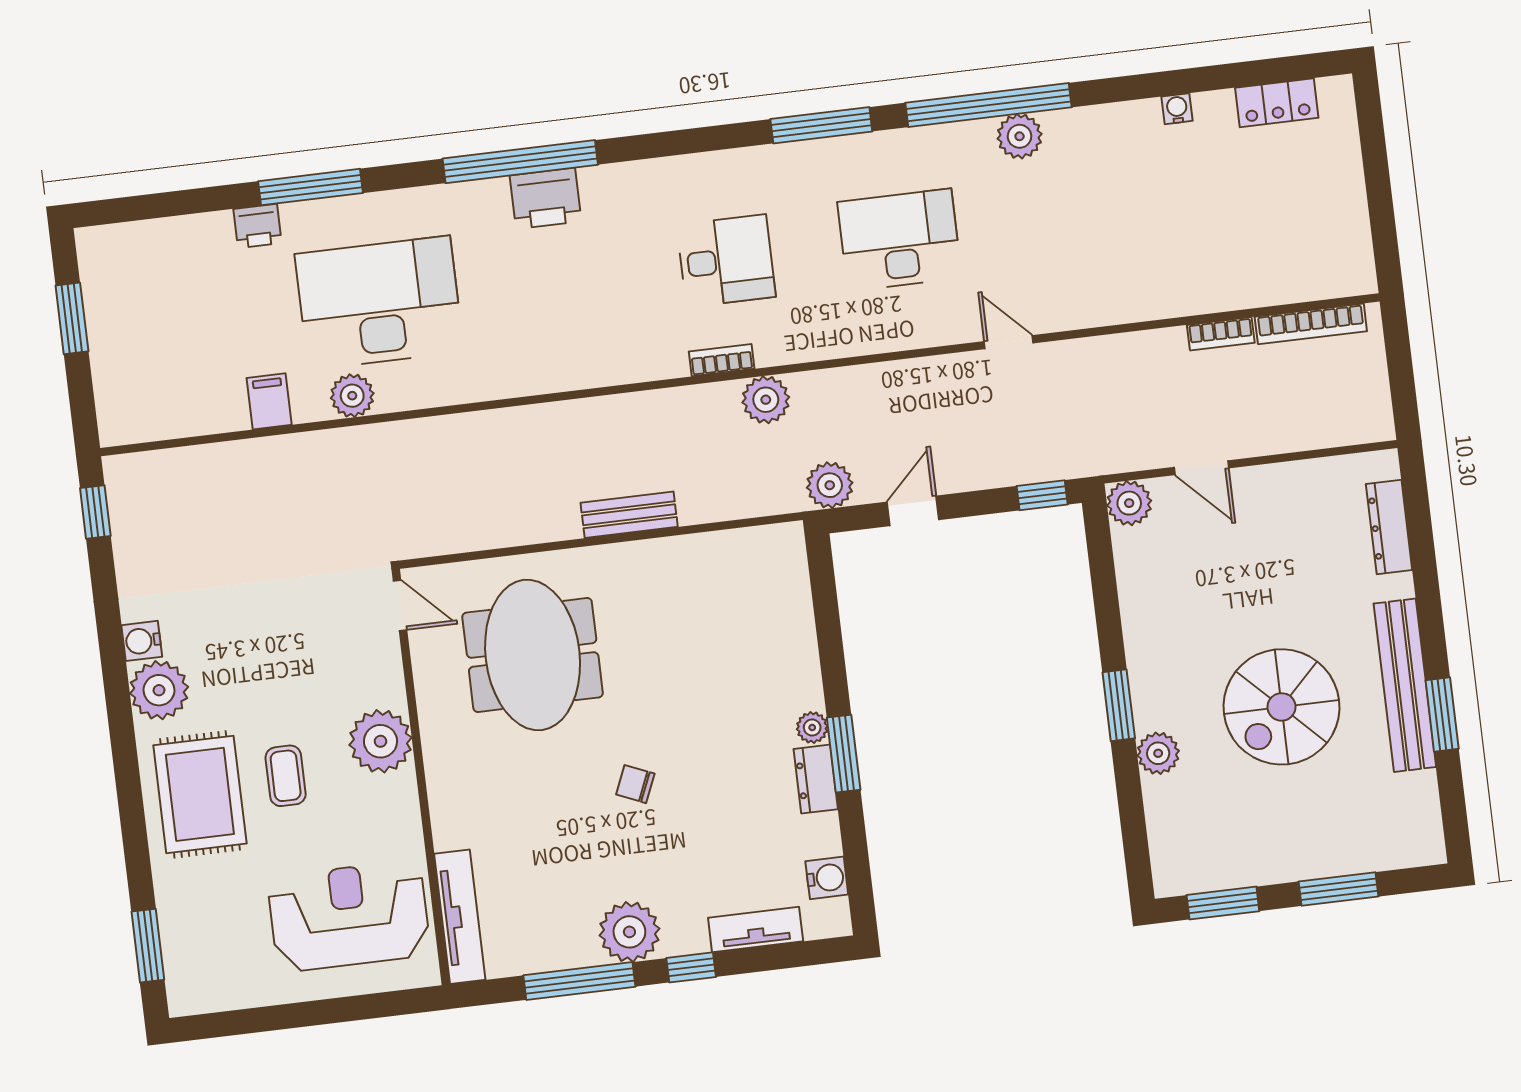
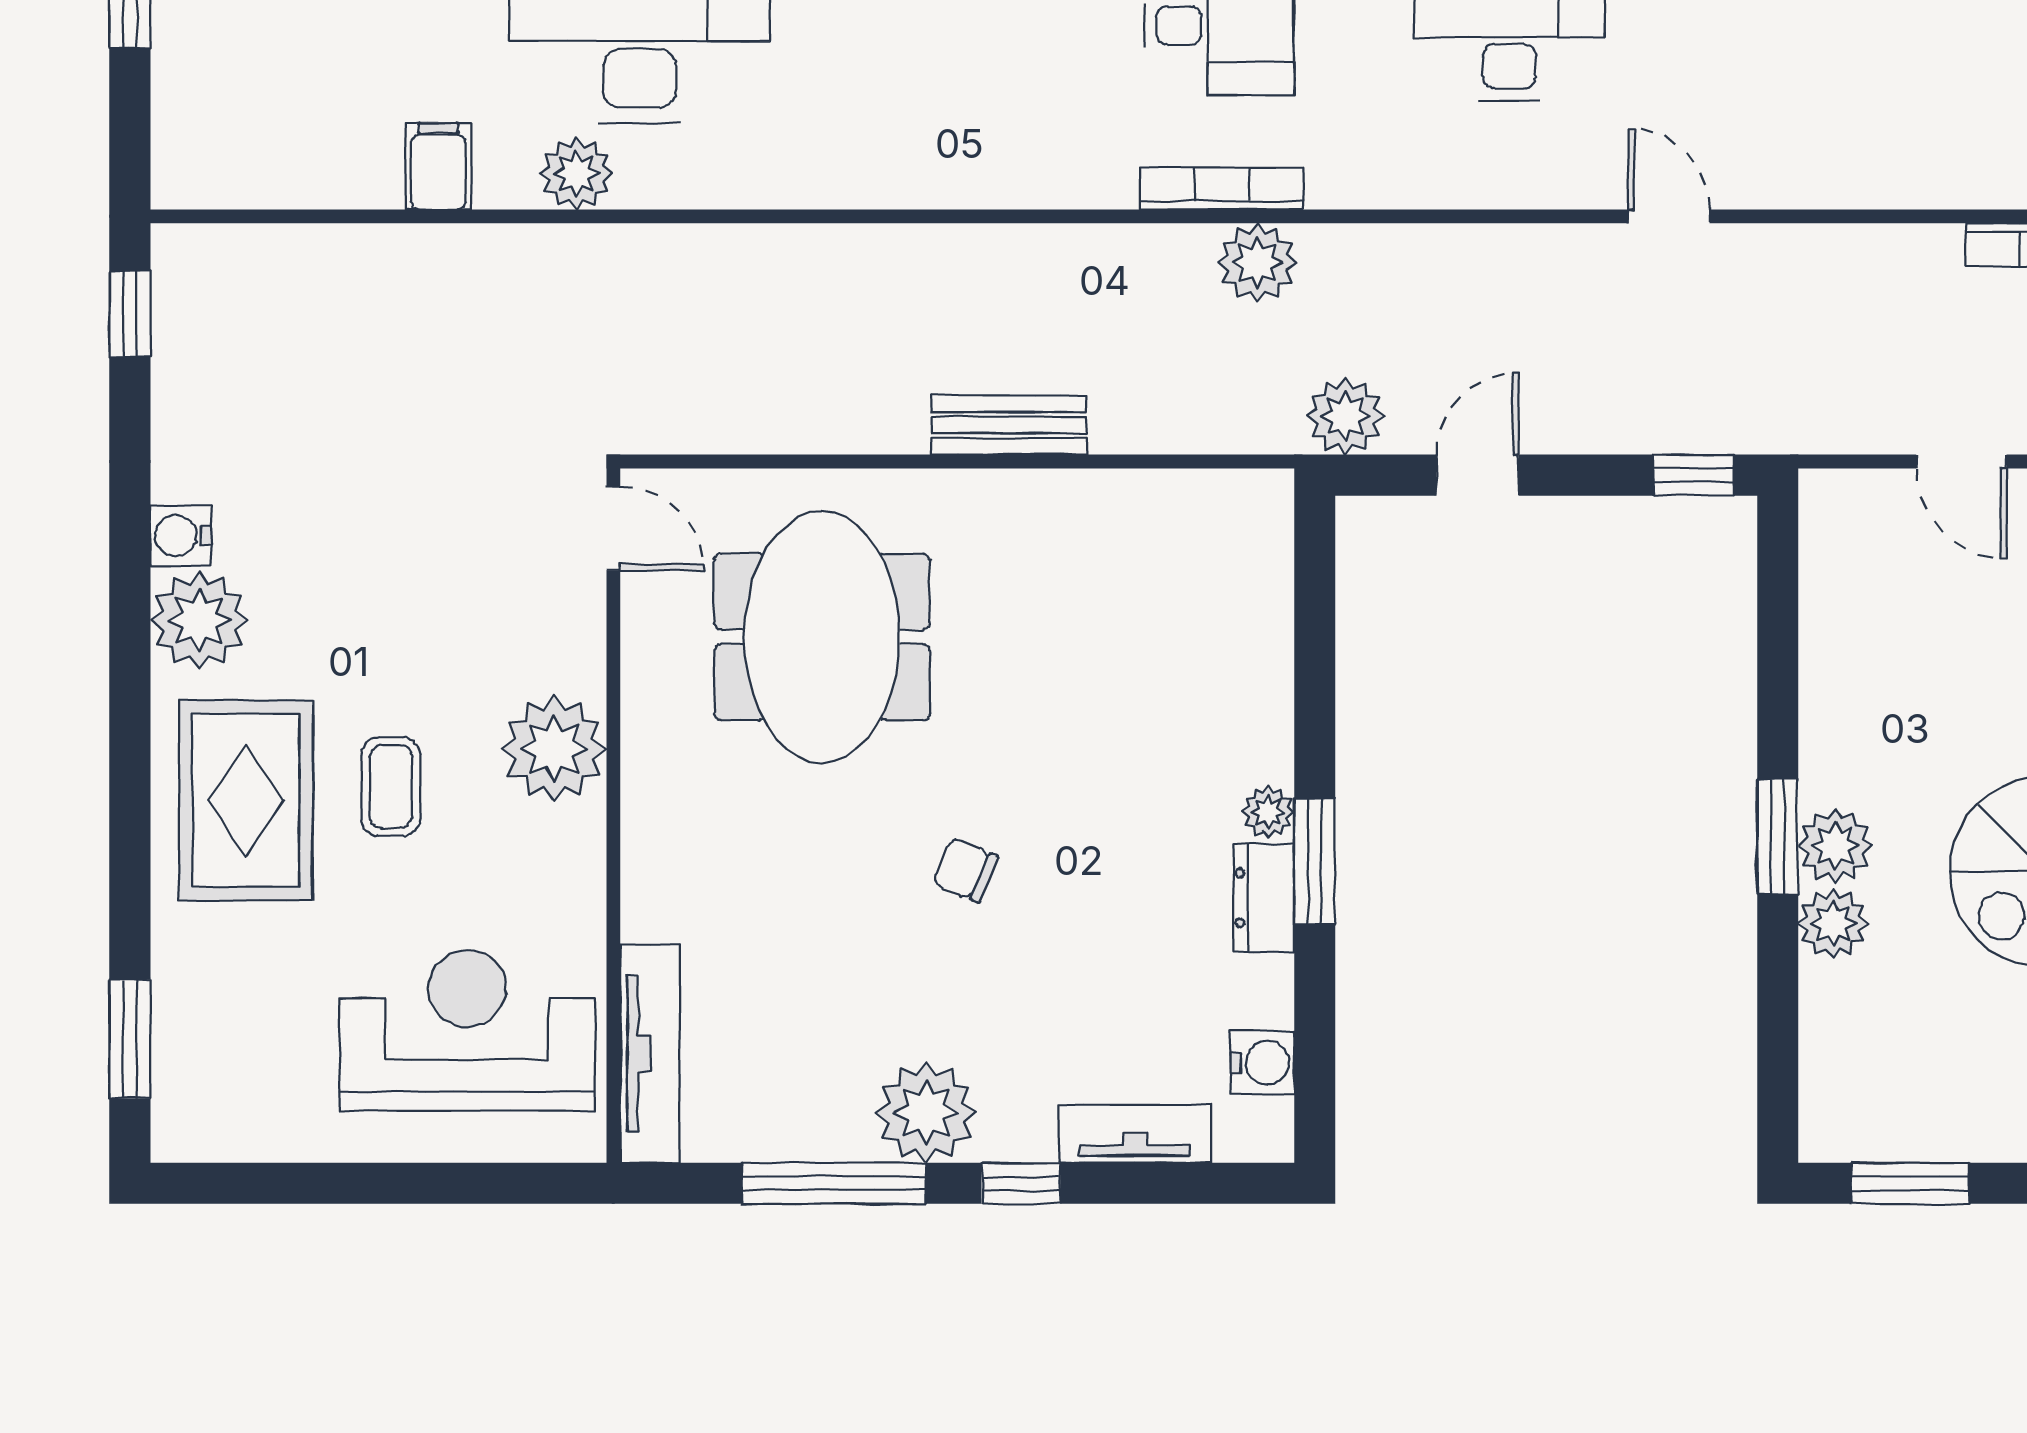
bookcase: (722, 360) -> (1222, 189), width x1.56
plant: (1129, 503) -> (1835, 846), moved

